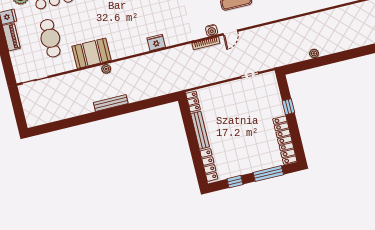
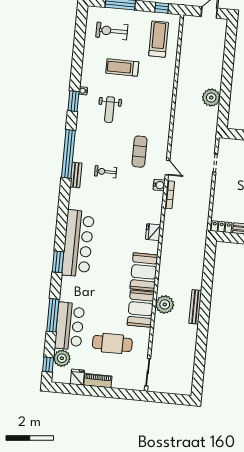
fridge: (156, 43) -> (153, 232), moved
booth: (127, 44) -> (144, 272), added
plant: (314, 53) -> (211, 98), width x1.88, depth x1.88
plant: (106, 69) -> (165, 304), width x1.87, depth x1.87

